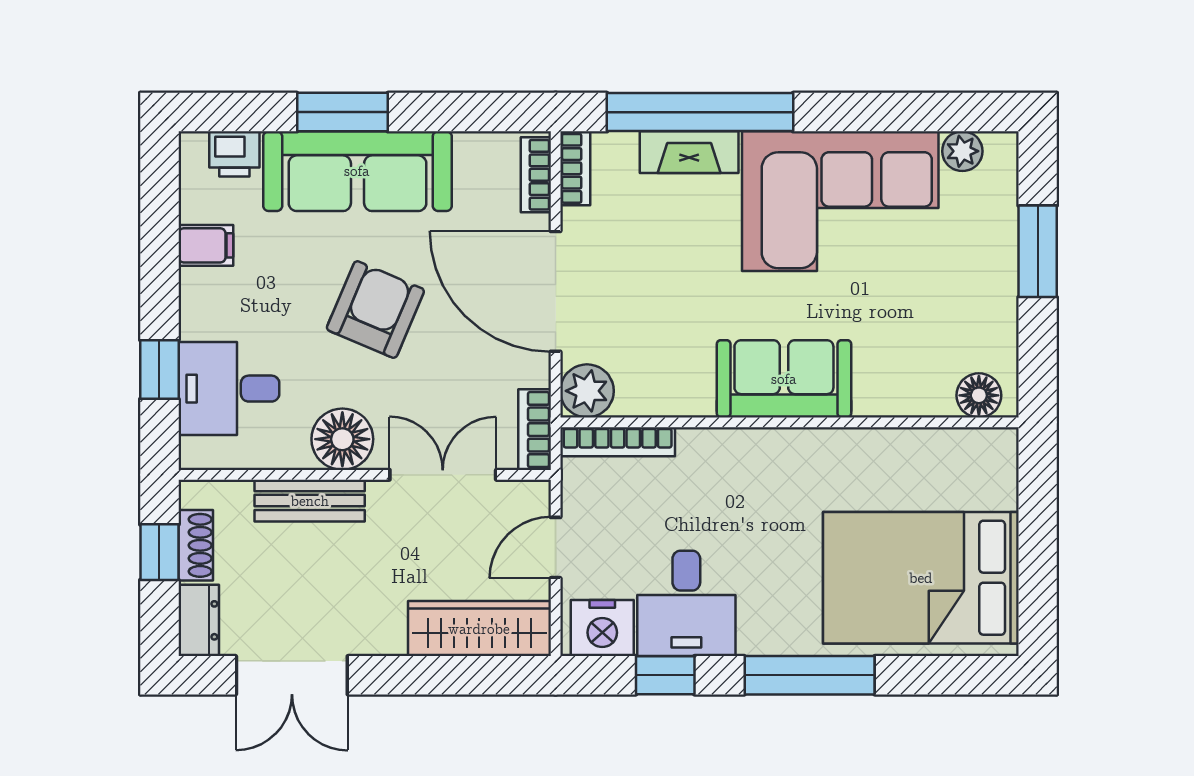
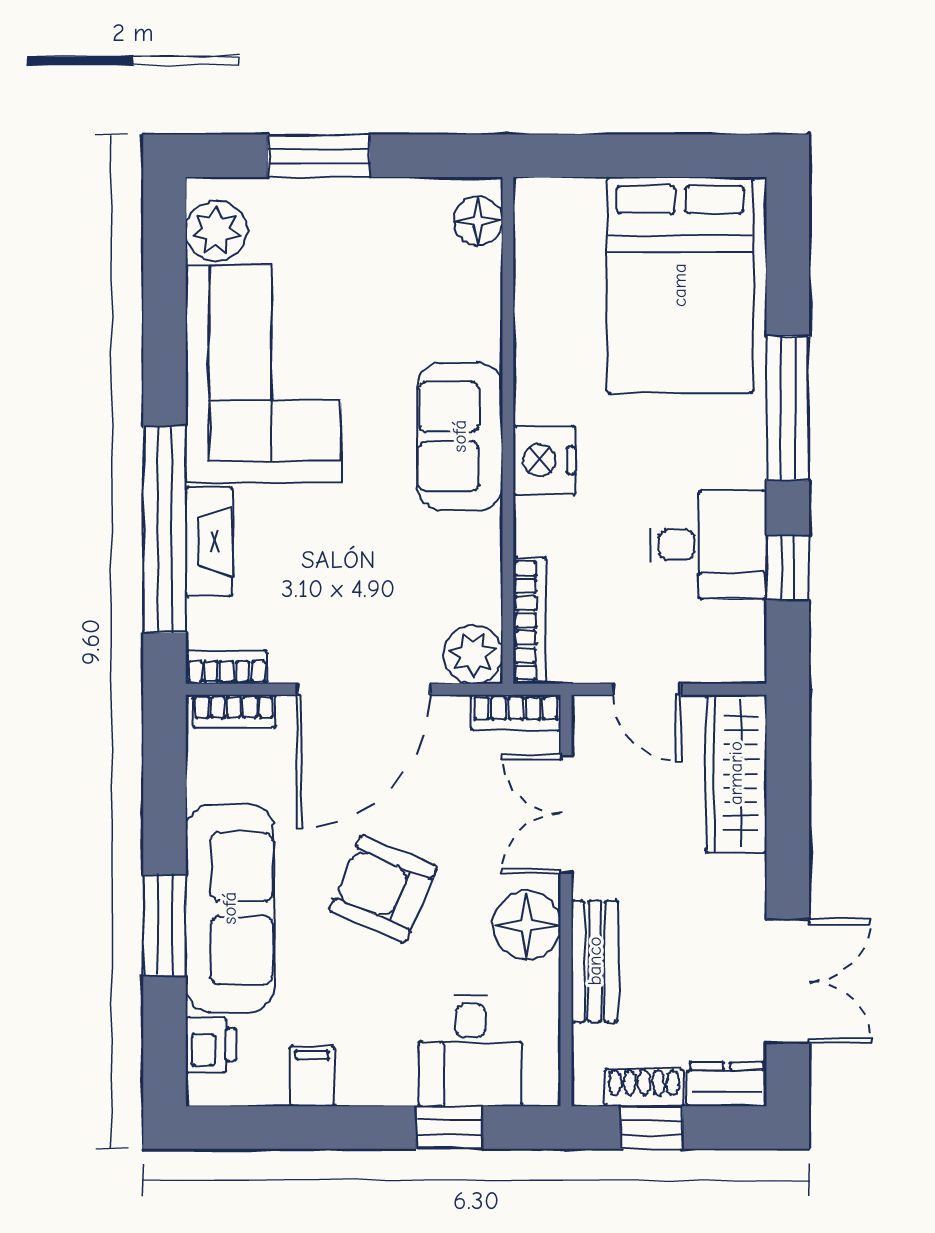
plant: (962, 151) -> (216, 231), width x1.38, depth x1.38
nightstand: (602, 628) -> (544, 460), moved, turned 180

